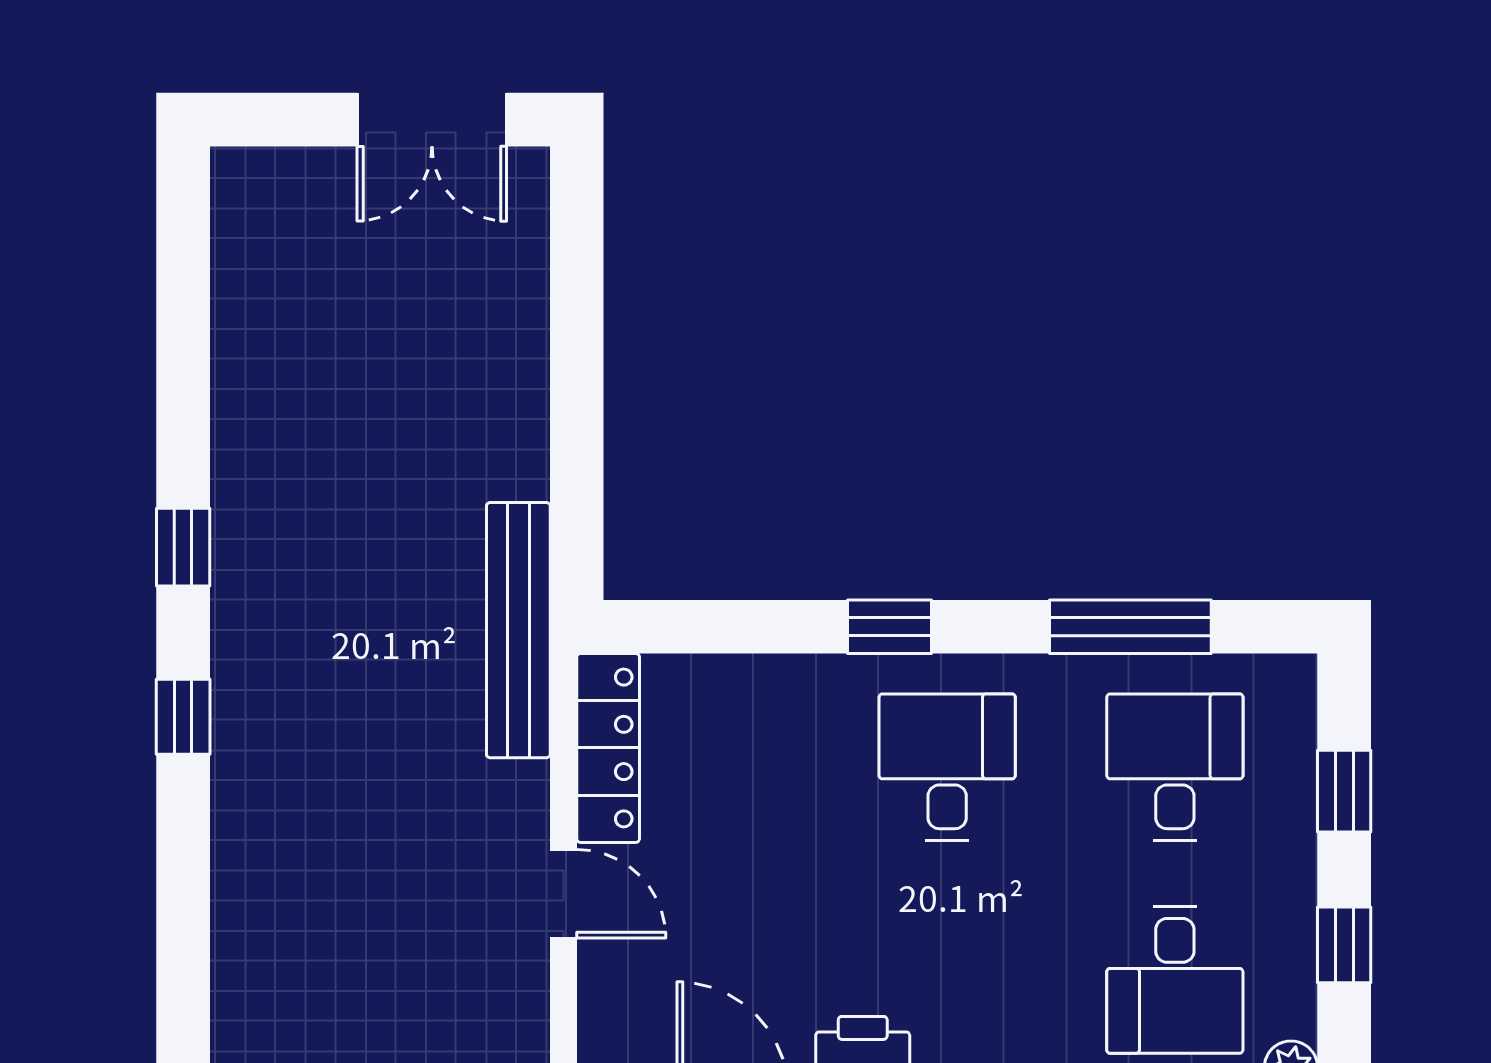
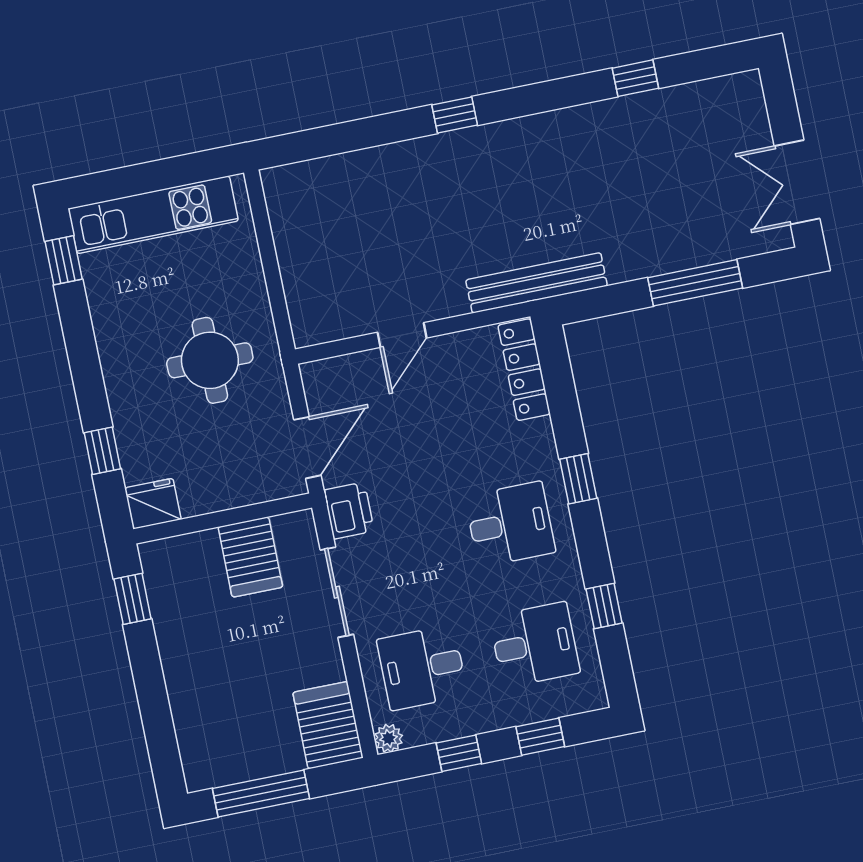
window: (577, 342) -> (695, 283), added
window: (183, 547) -> (635, 78), moved
window: (1130, 627) -> (604, 606), width x0.46
locker: (608, 748) -> (524, 370), moved, turned 90

